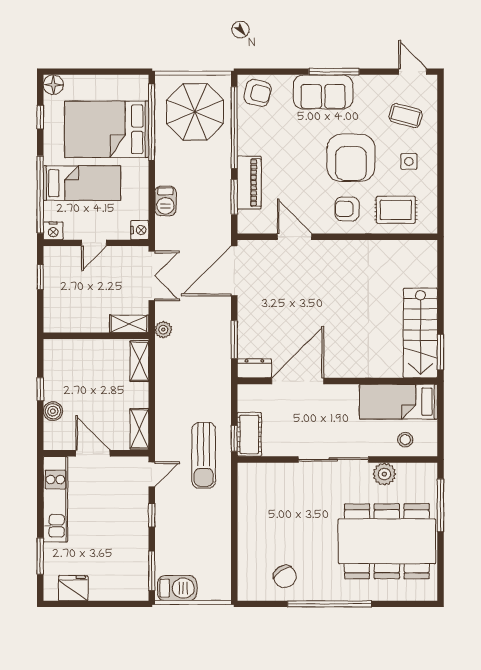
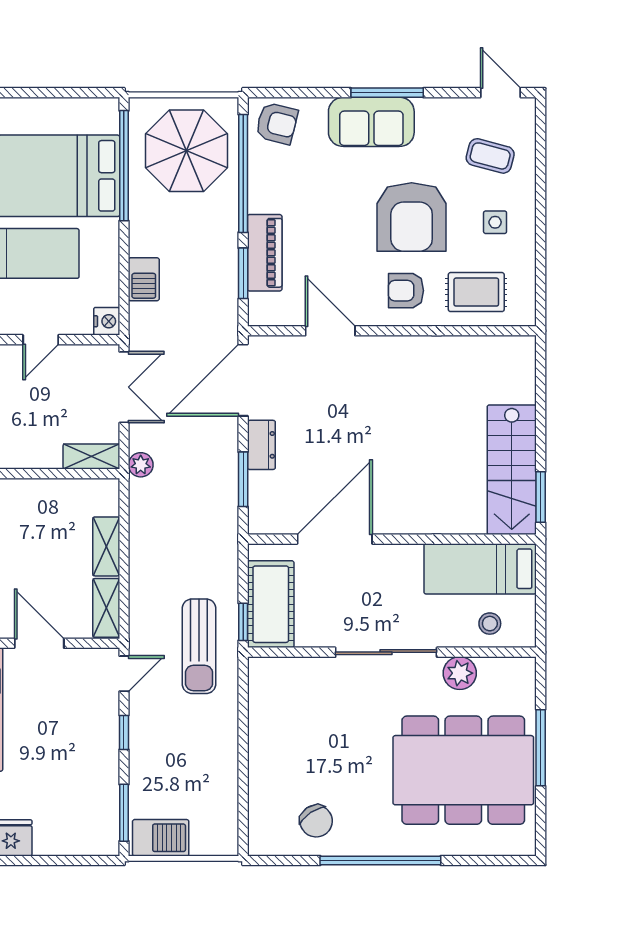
shelving: (139, 361) -> (106, 546), moved
dresser: (254, 368) -> (261, 445), moved, turned 90
cot: (249, 434) -> (271, 604), width x1.37, depth x1.34
window: (440, 505) -> (541, 748), moved

